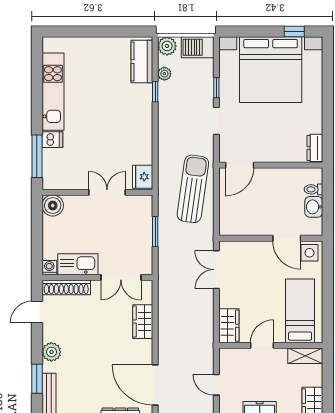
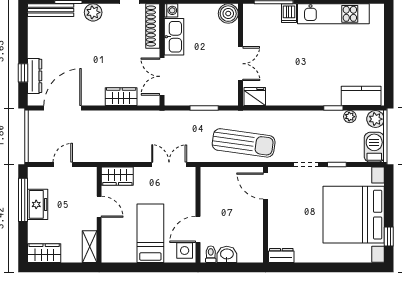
toilet: (314, 189) -> (211, 254), moved
bed: (300, 311) -> (150, 233), moved, turned -90

